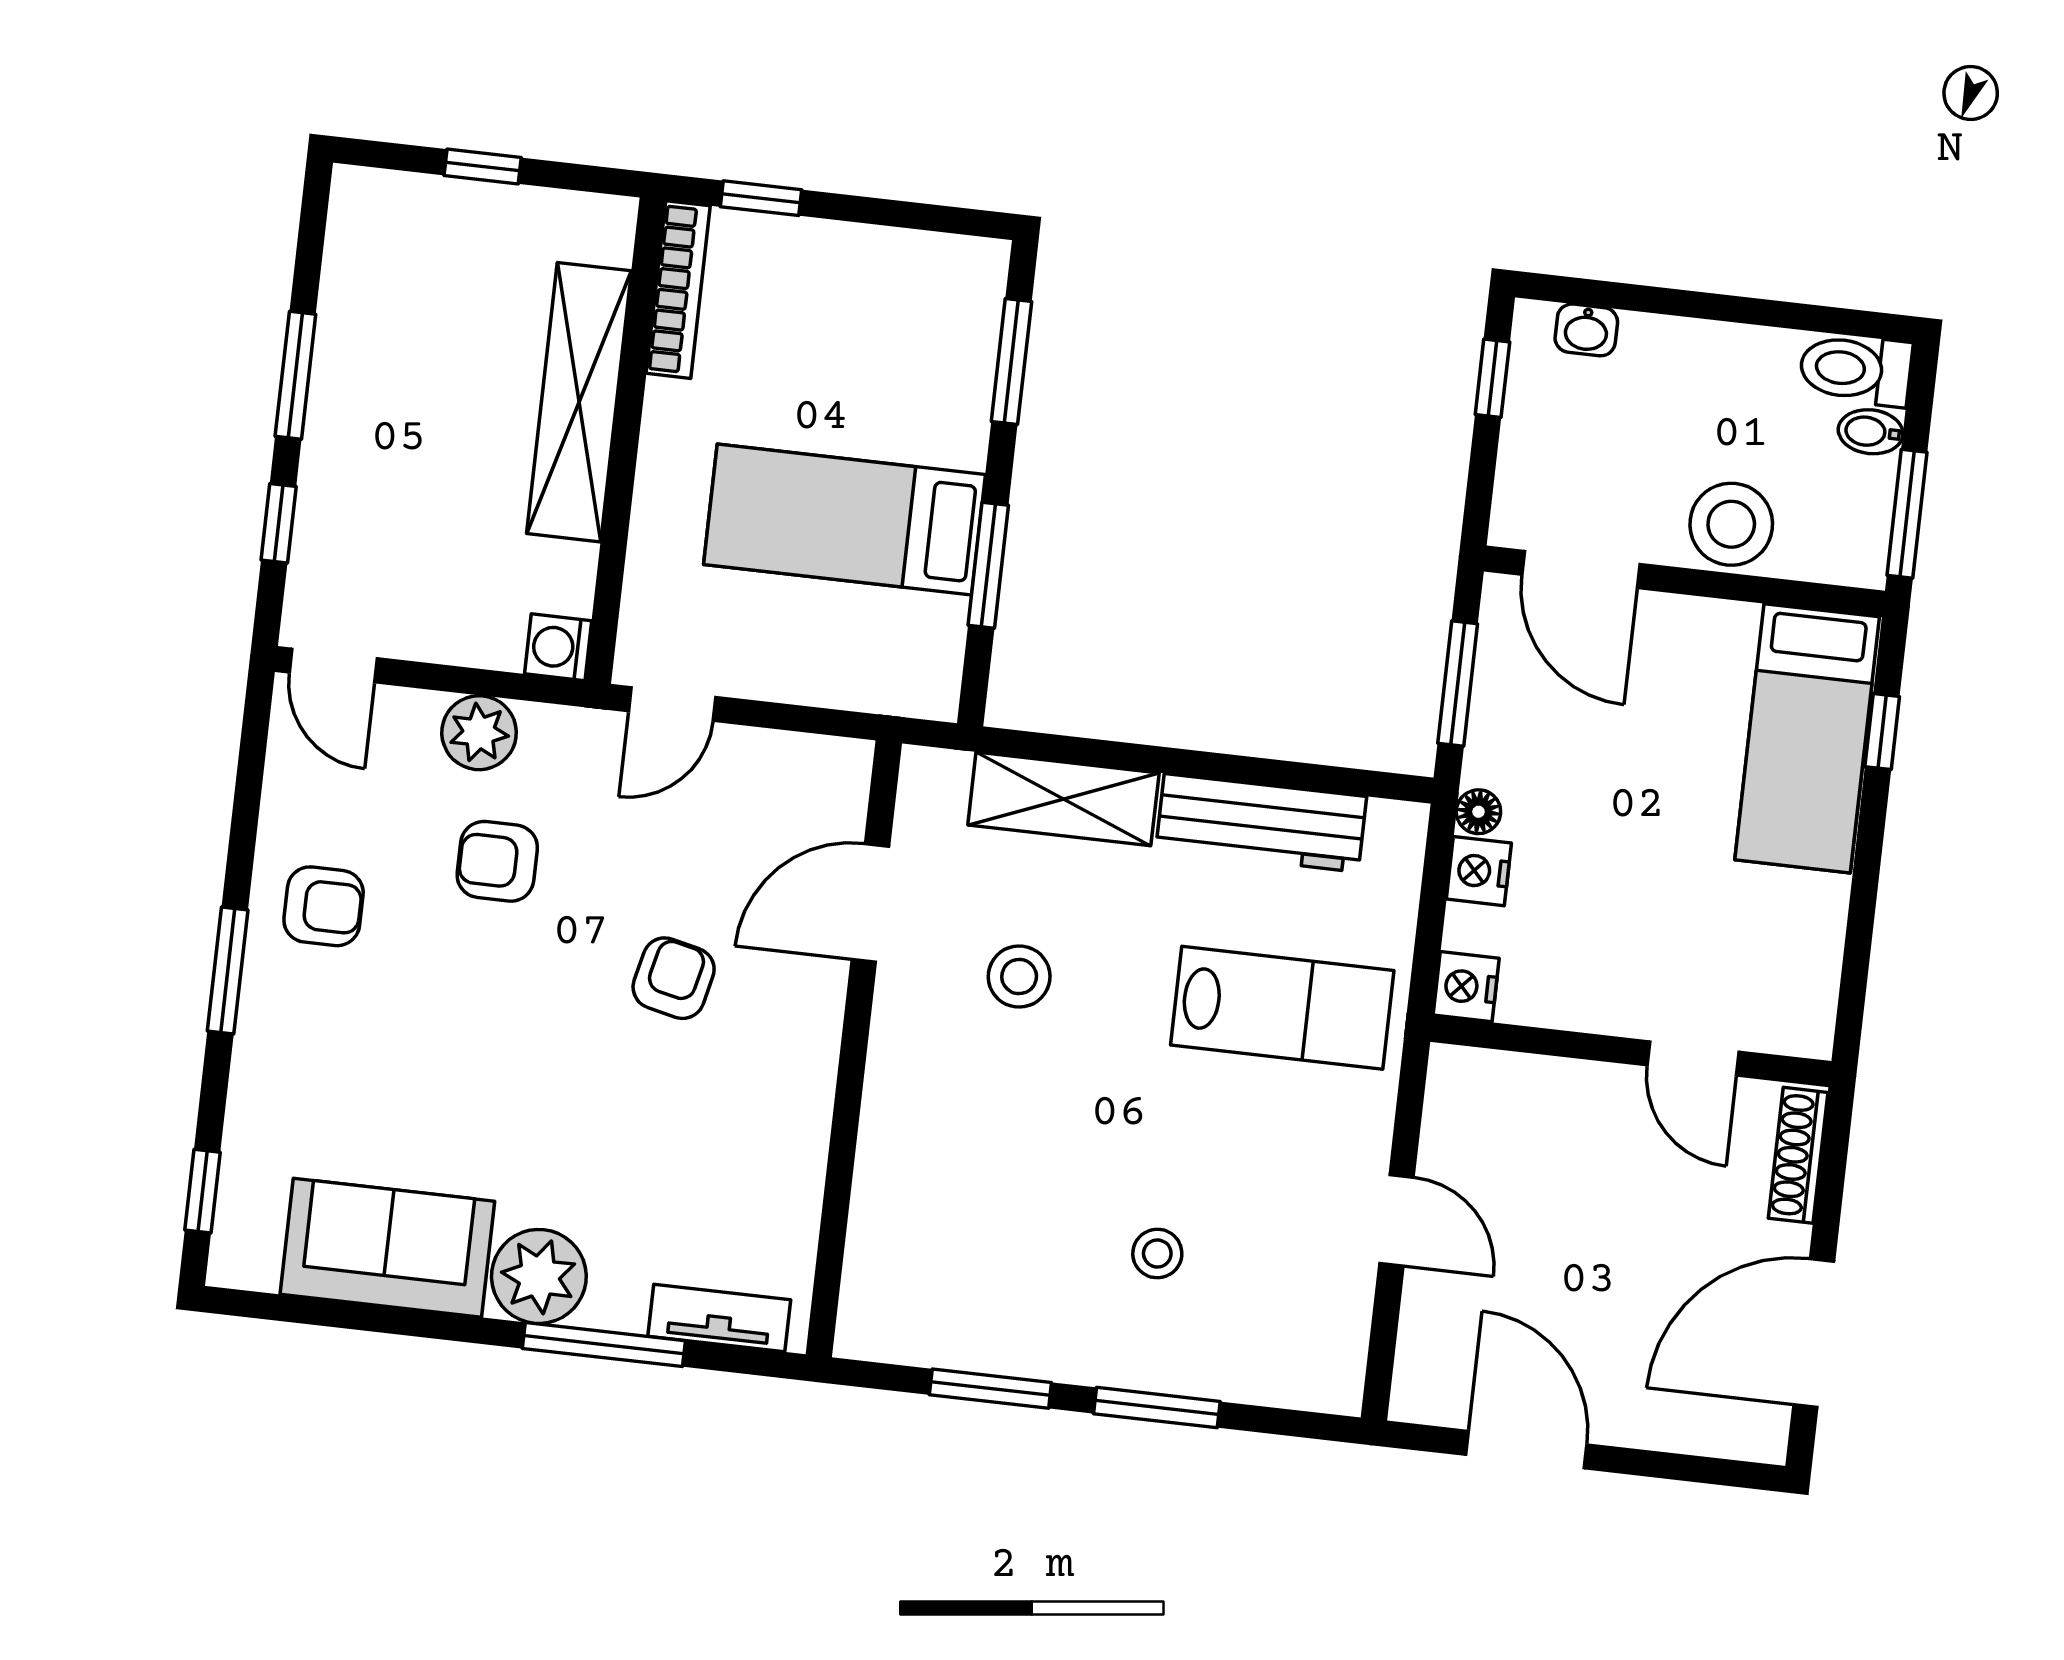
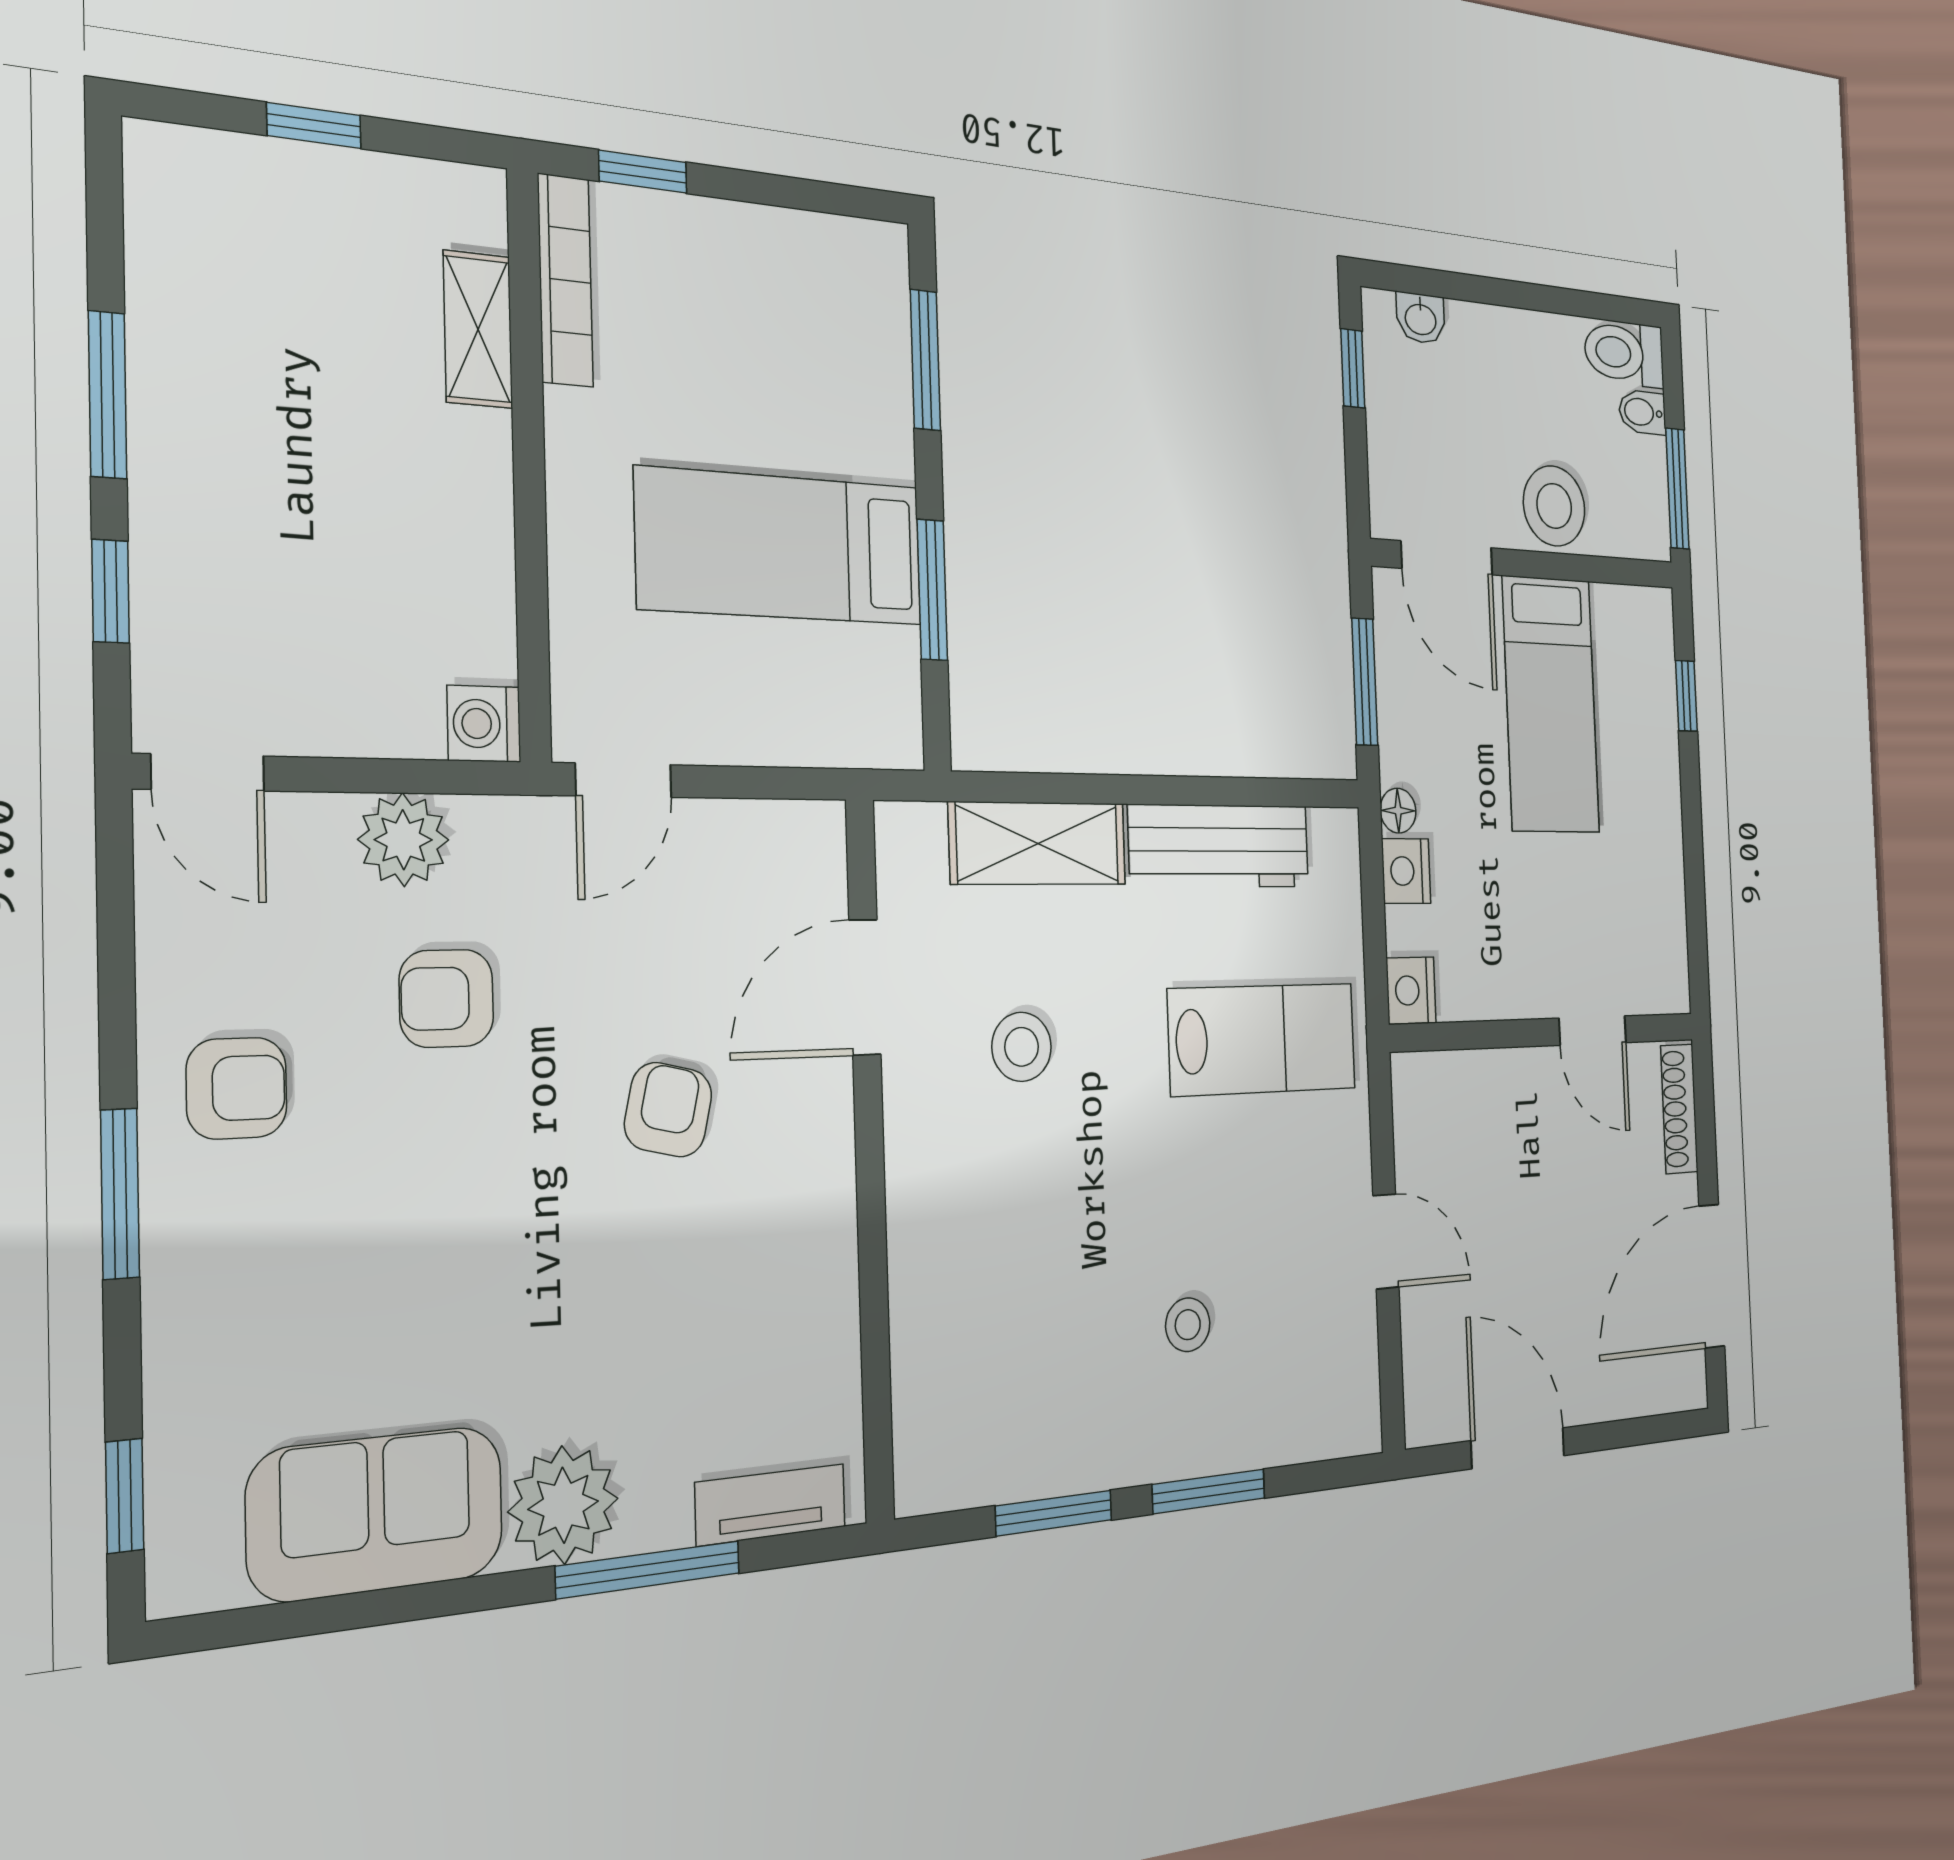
shelving: (579, 402) -> (478, 329), width x0.45, depth x0.75
bed: (1807, 738) -> (1551, 705), moved

